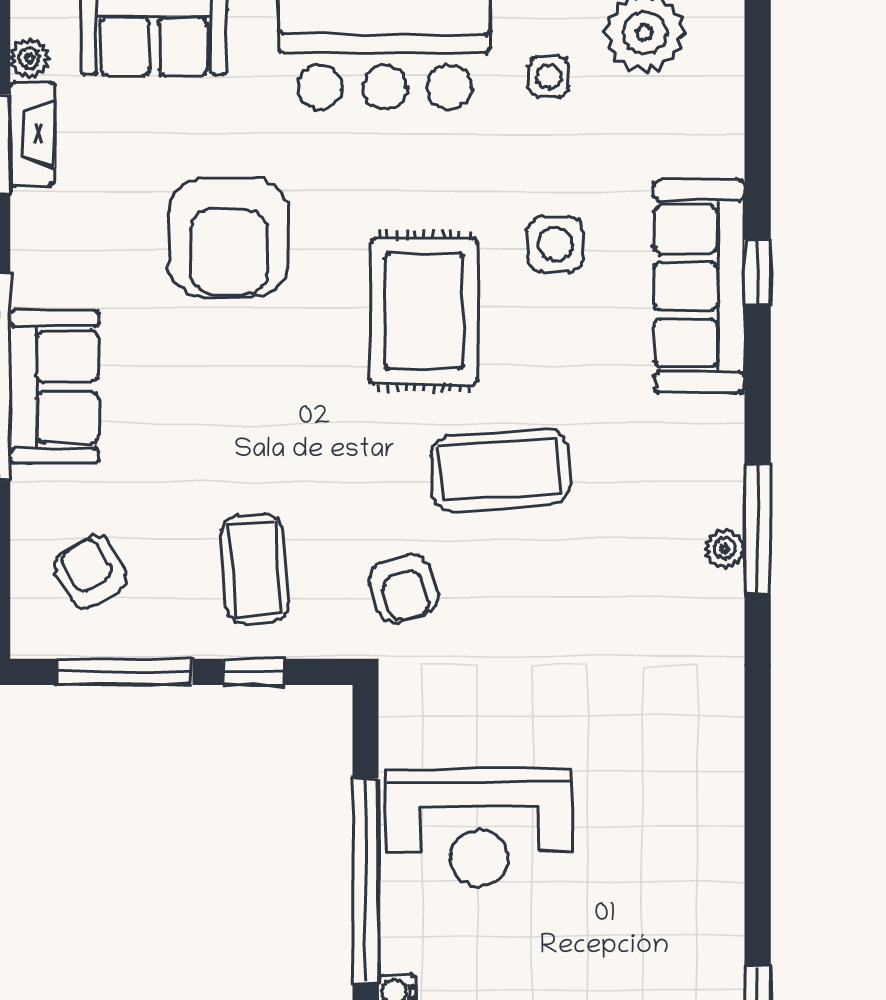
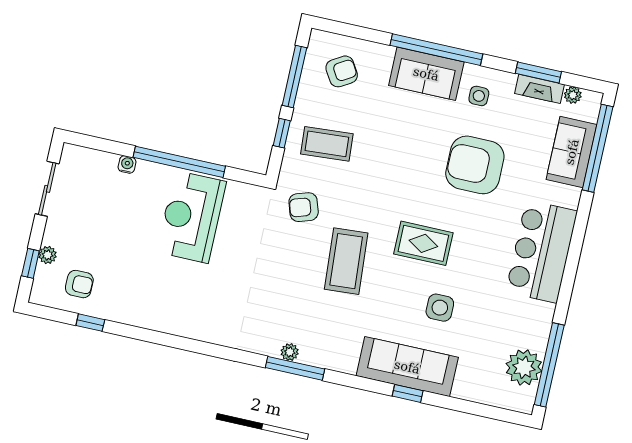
side table: (549, 76) -> (479, 96), moved
rug: (424, 311) -> (423, 243), width x0.73, depth x0.70

